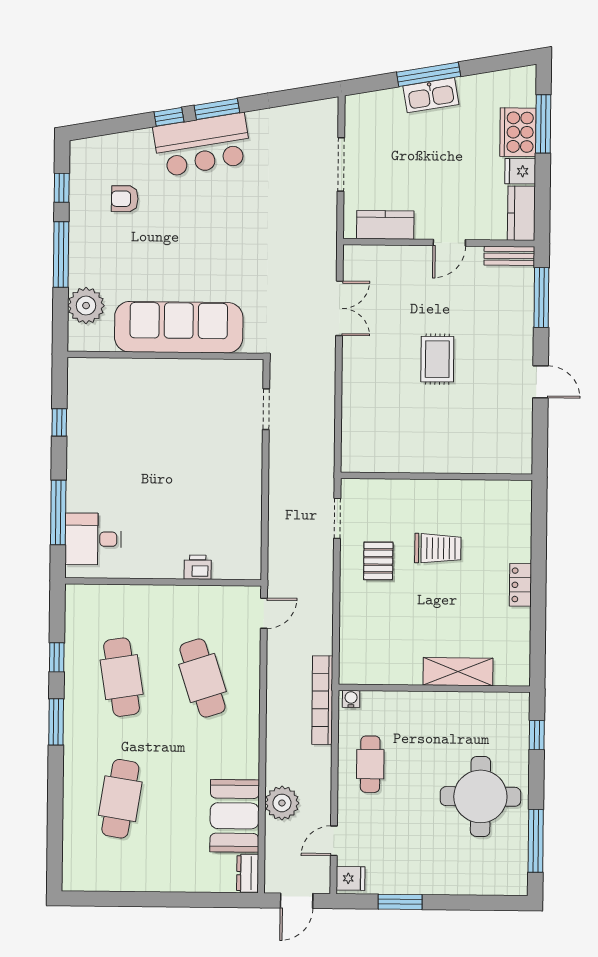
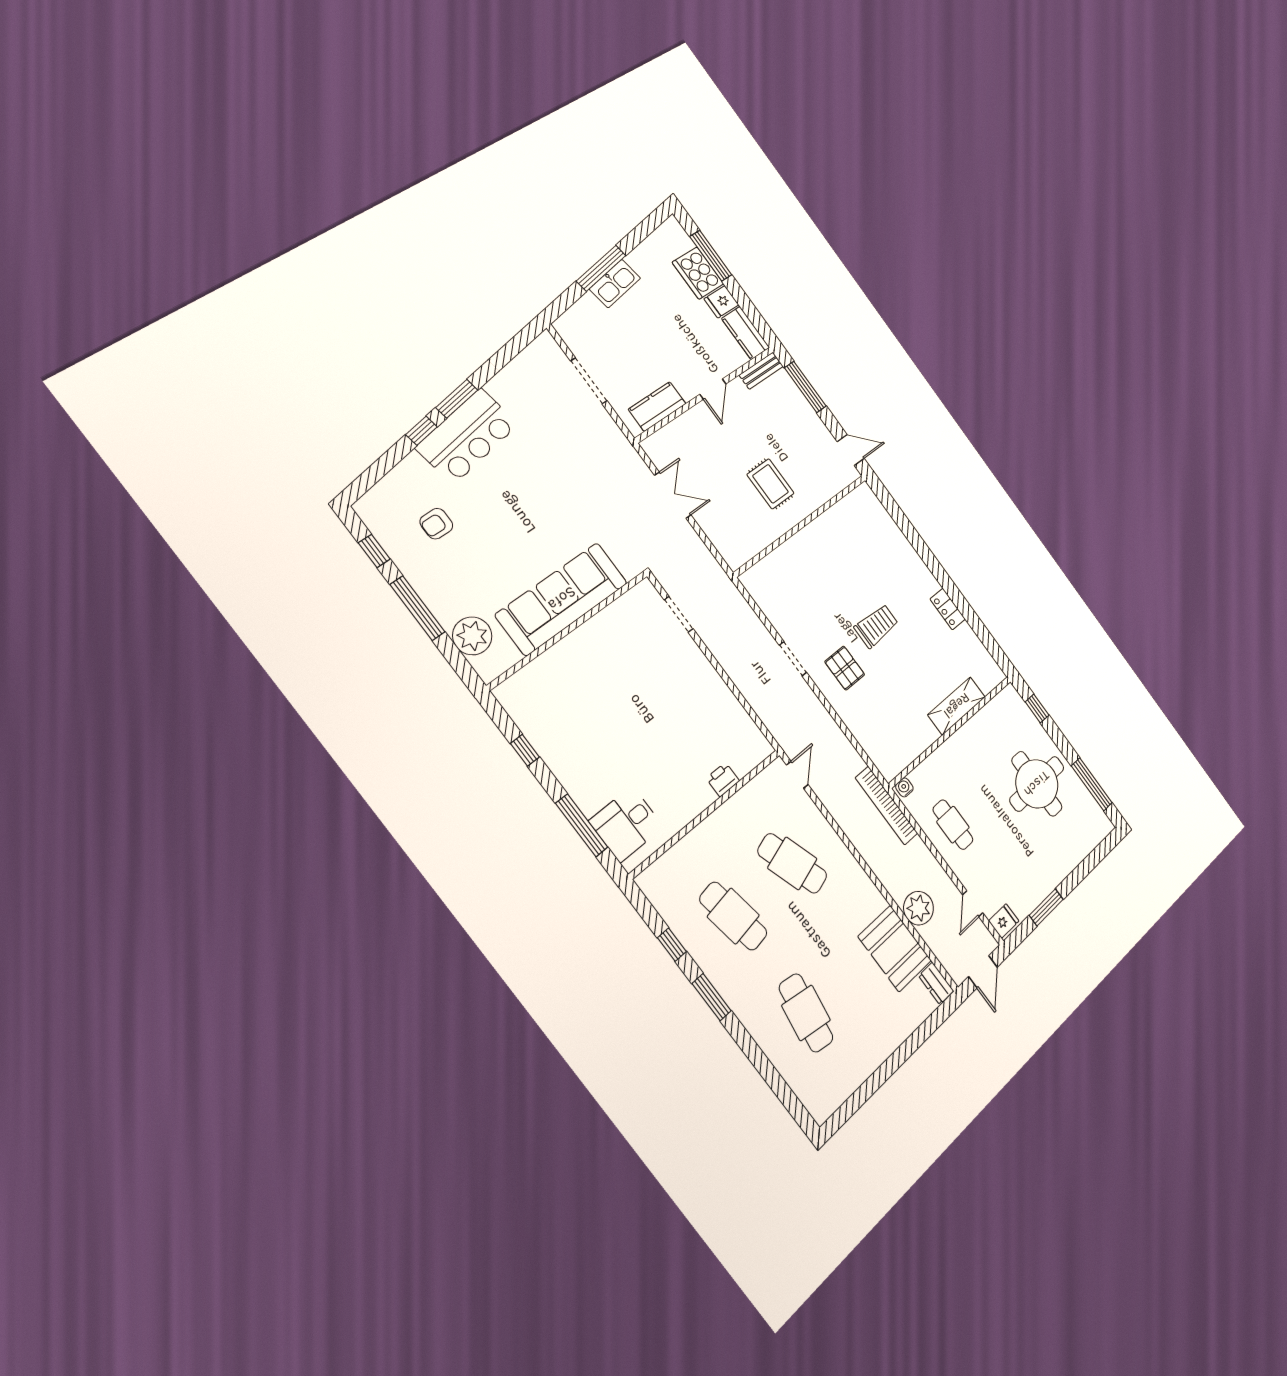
wall: (436, 476) -> (801, 525), moved

